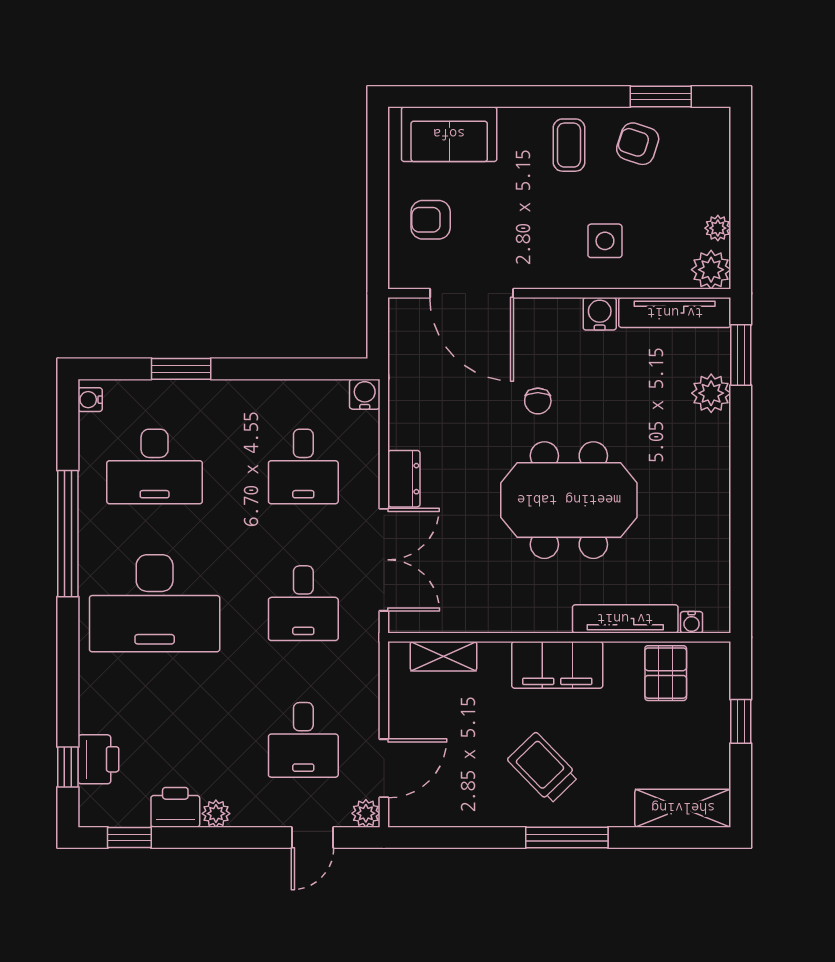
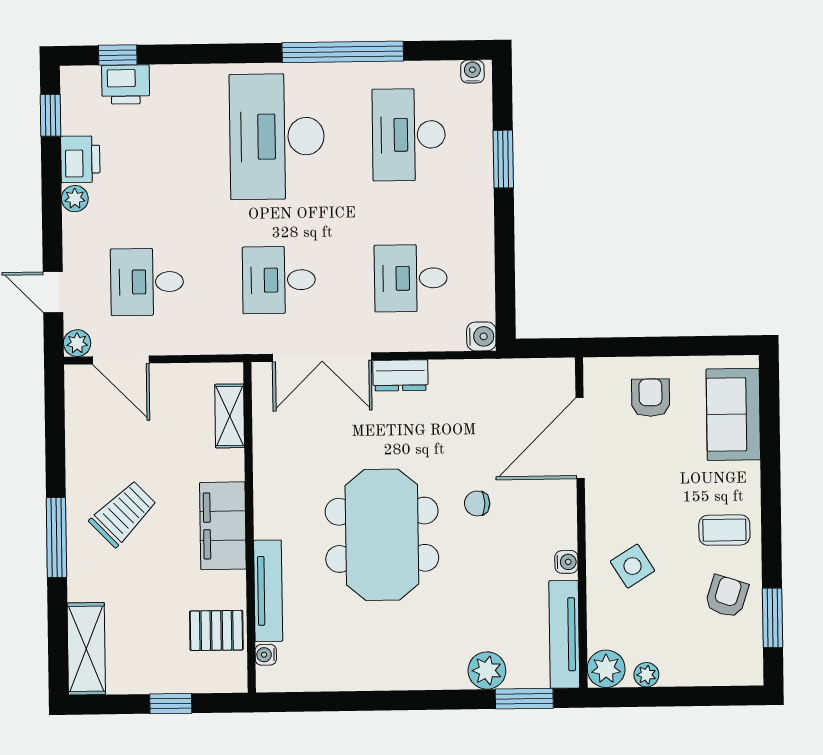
side table: (605, 241) -> (632, 566), turned -32
water cooler: (600, 314) -> (566, 562), width x0.72, depth x0.72

